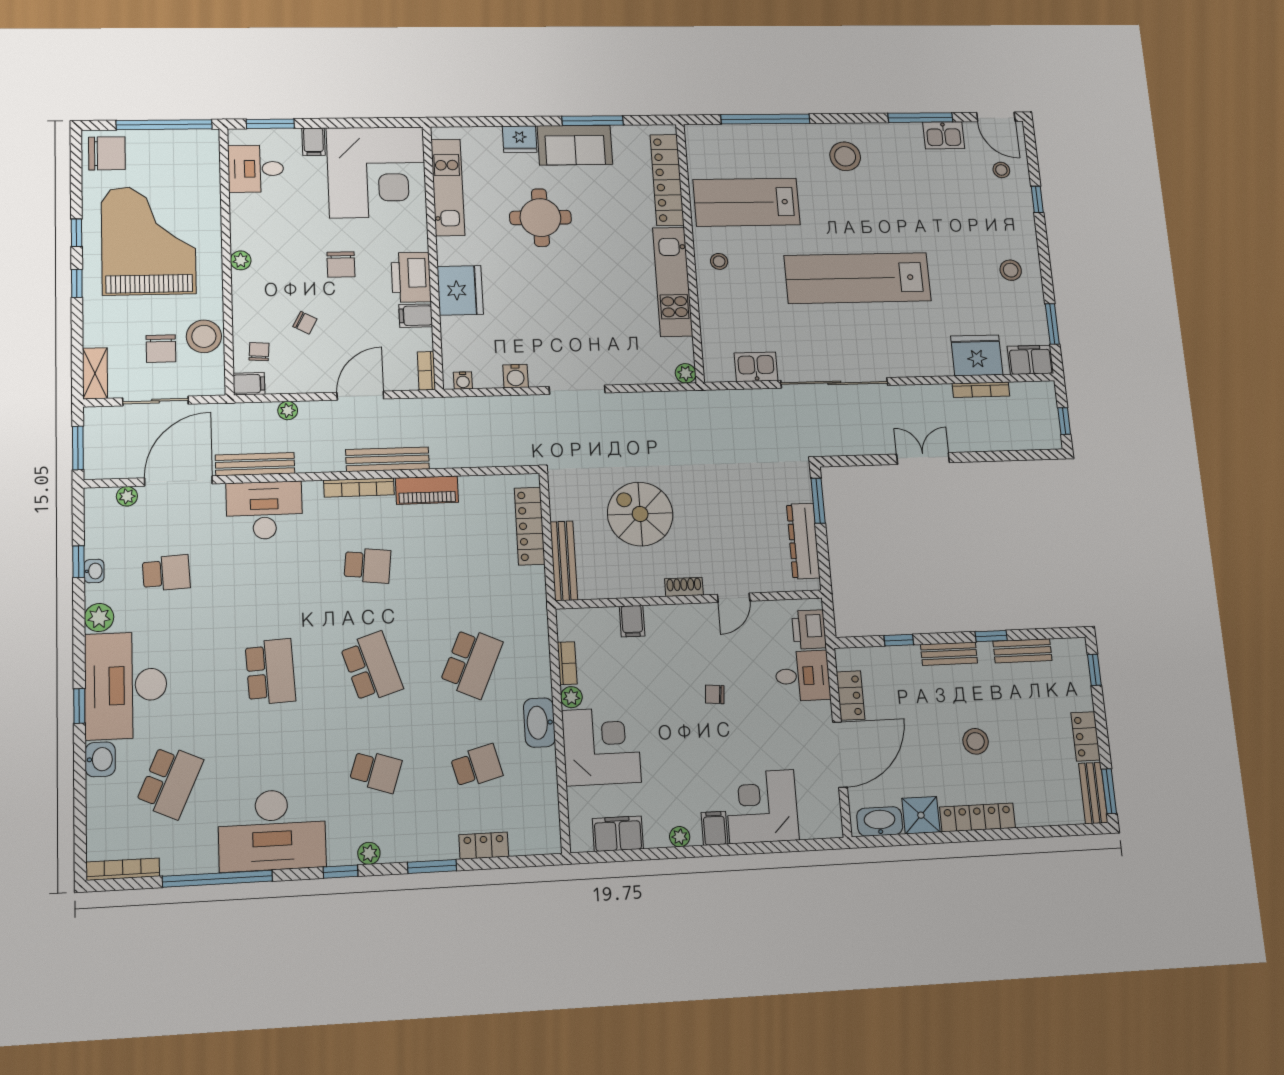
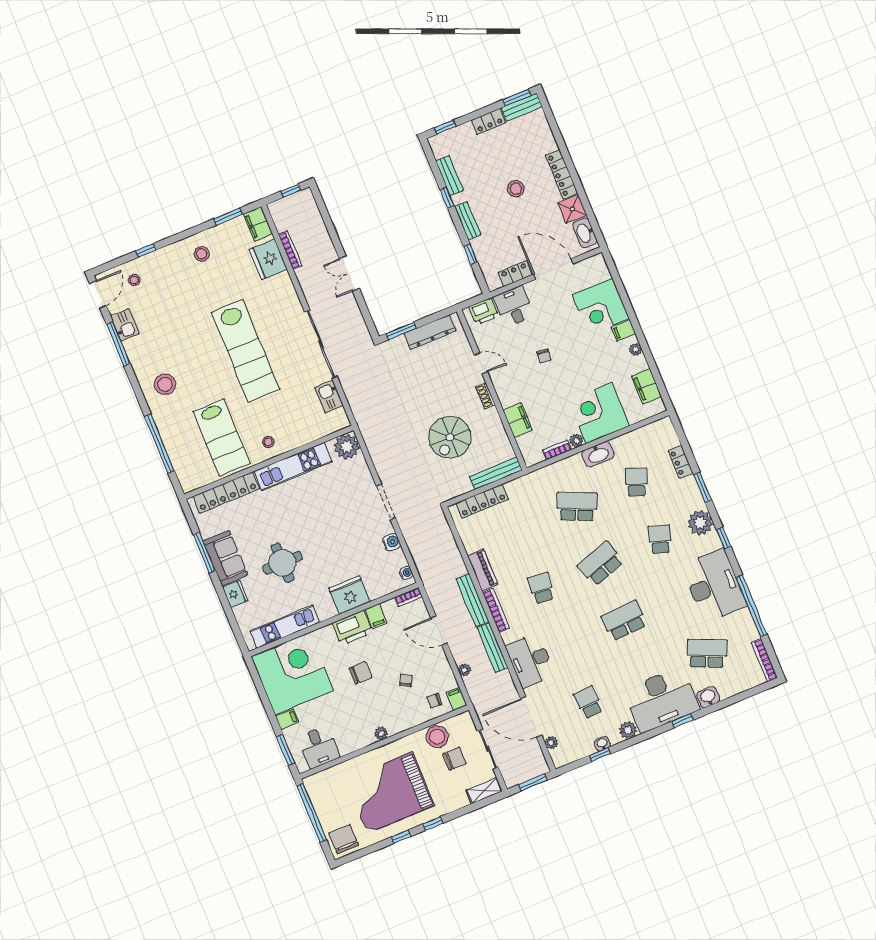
plant: (686, 373) -> (347, 447), width x1.87, depth x1.87
bench: (255, 464) -> (493, 648), moved
filing cabinet: (632, 621) -> (518, 420), width x2.00
school desk: (477, 766) -> (636, 482), turned 36
plant: (369, 853) -> (700, 523), width x1.88, depth x1.88

